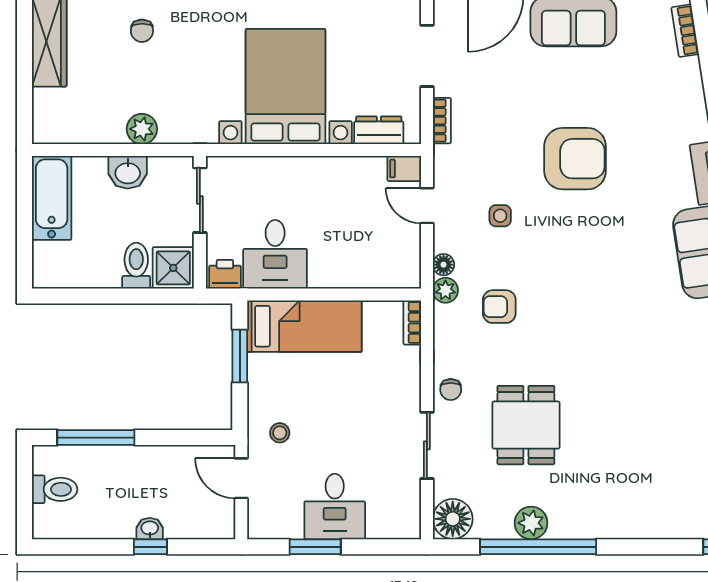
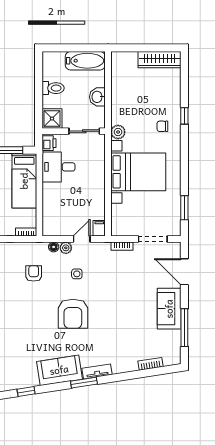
chair: (142, 31) -> (162, 126), moved
bookcase: (685, 31) -> (151, 364), moved
plant: (142, 129) -> (118, 132), moved
dresser: (379, 130) -> (117, 216), removed
armchair: (575, 159) -> (73, 314), moved
toilet: (136, 266) -> (53, 88), moved
plant: (445, 290) -> (66, 248), moved

